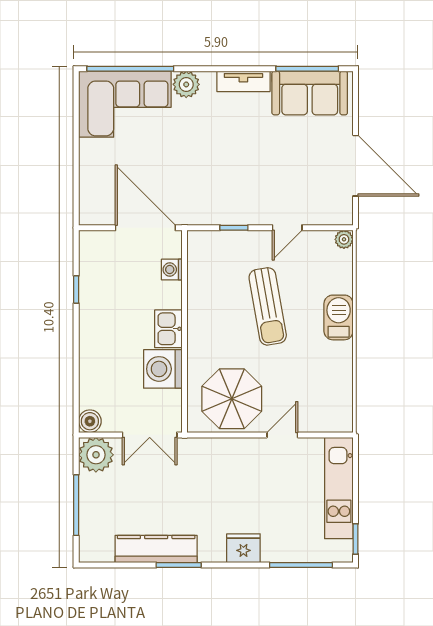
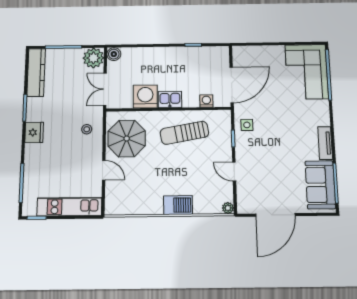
plant: (186, 84) -> (321, 108), removed
side table: (212, 205) -> (247, 125), added
sun lounger: (268, 306) -> (184, 133), moved
stool: (216, 463) -> (87, 129), added
fridge: (243, 548) -> (34, 132), moved
kitchen counter: (156, 549) -> (36, 72), moved

